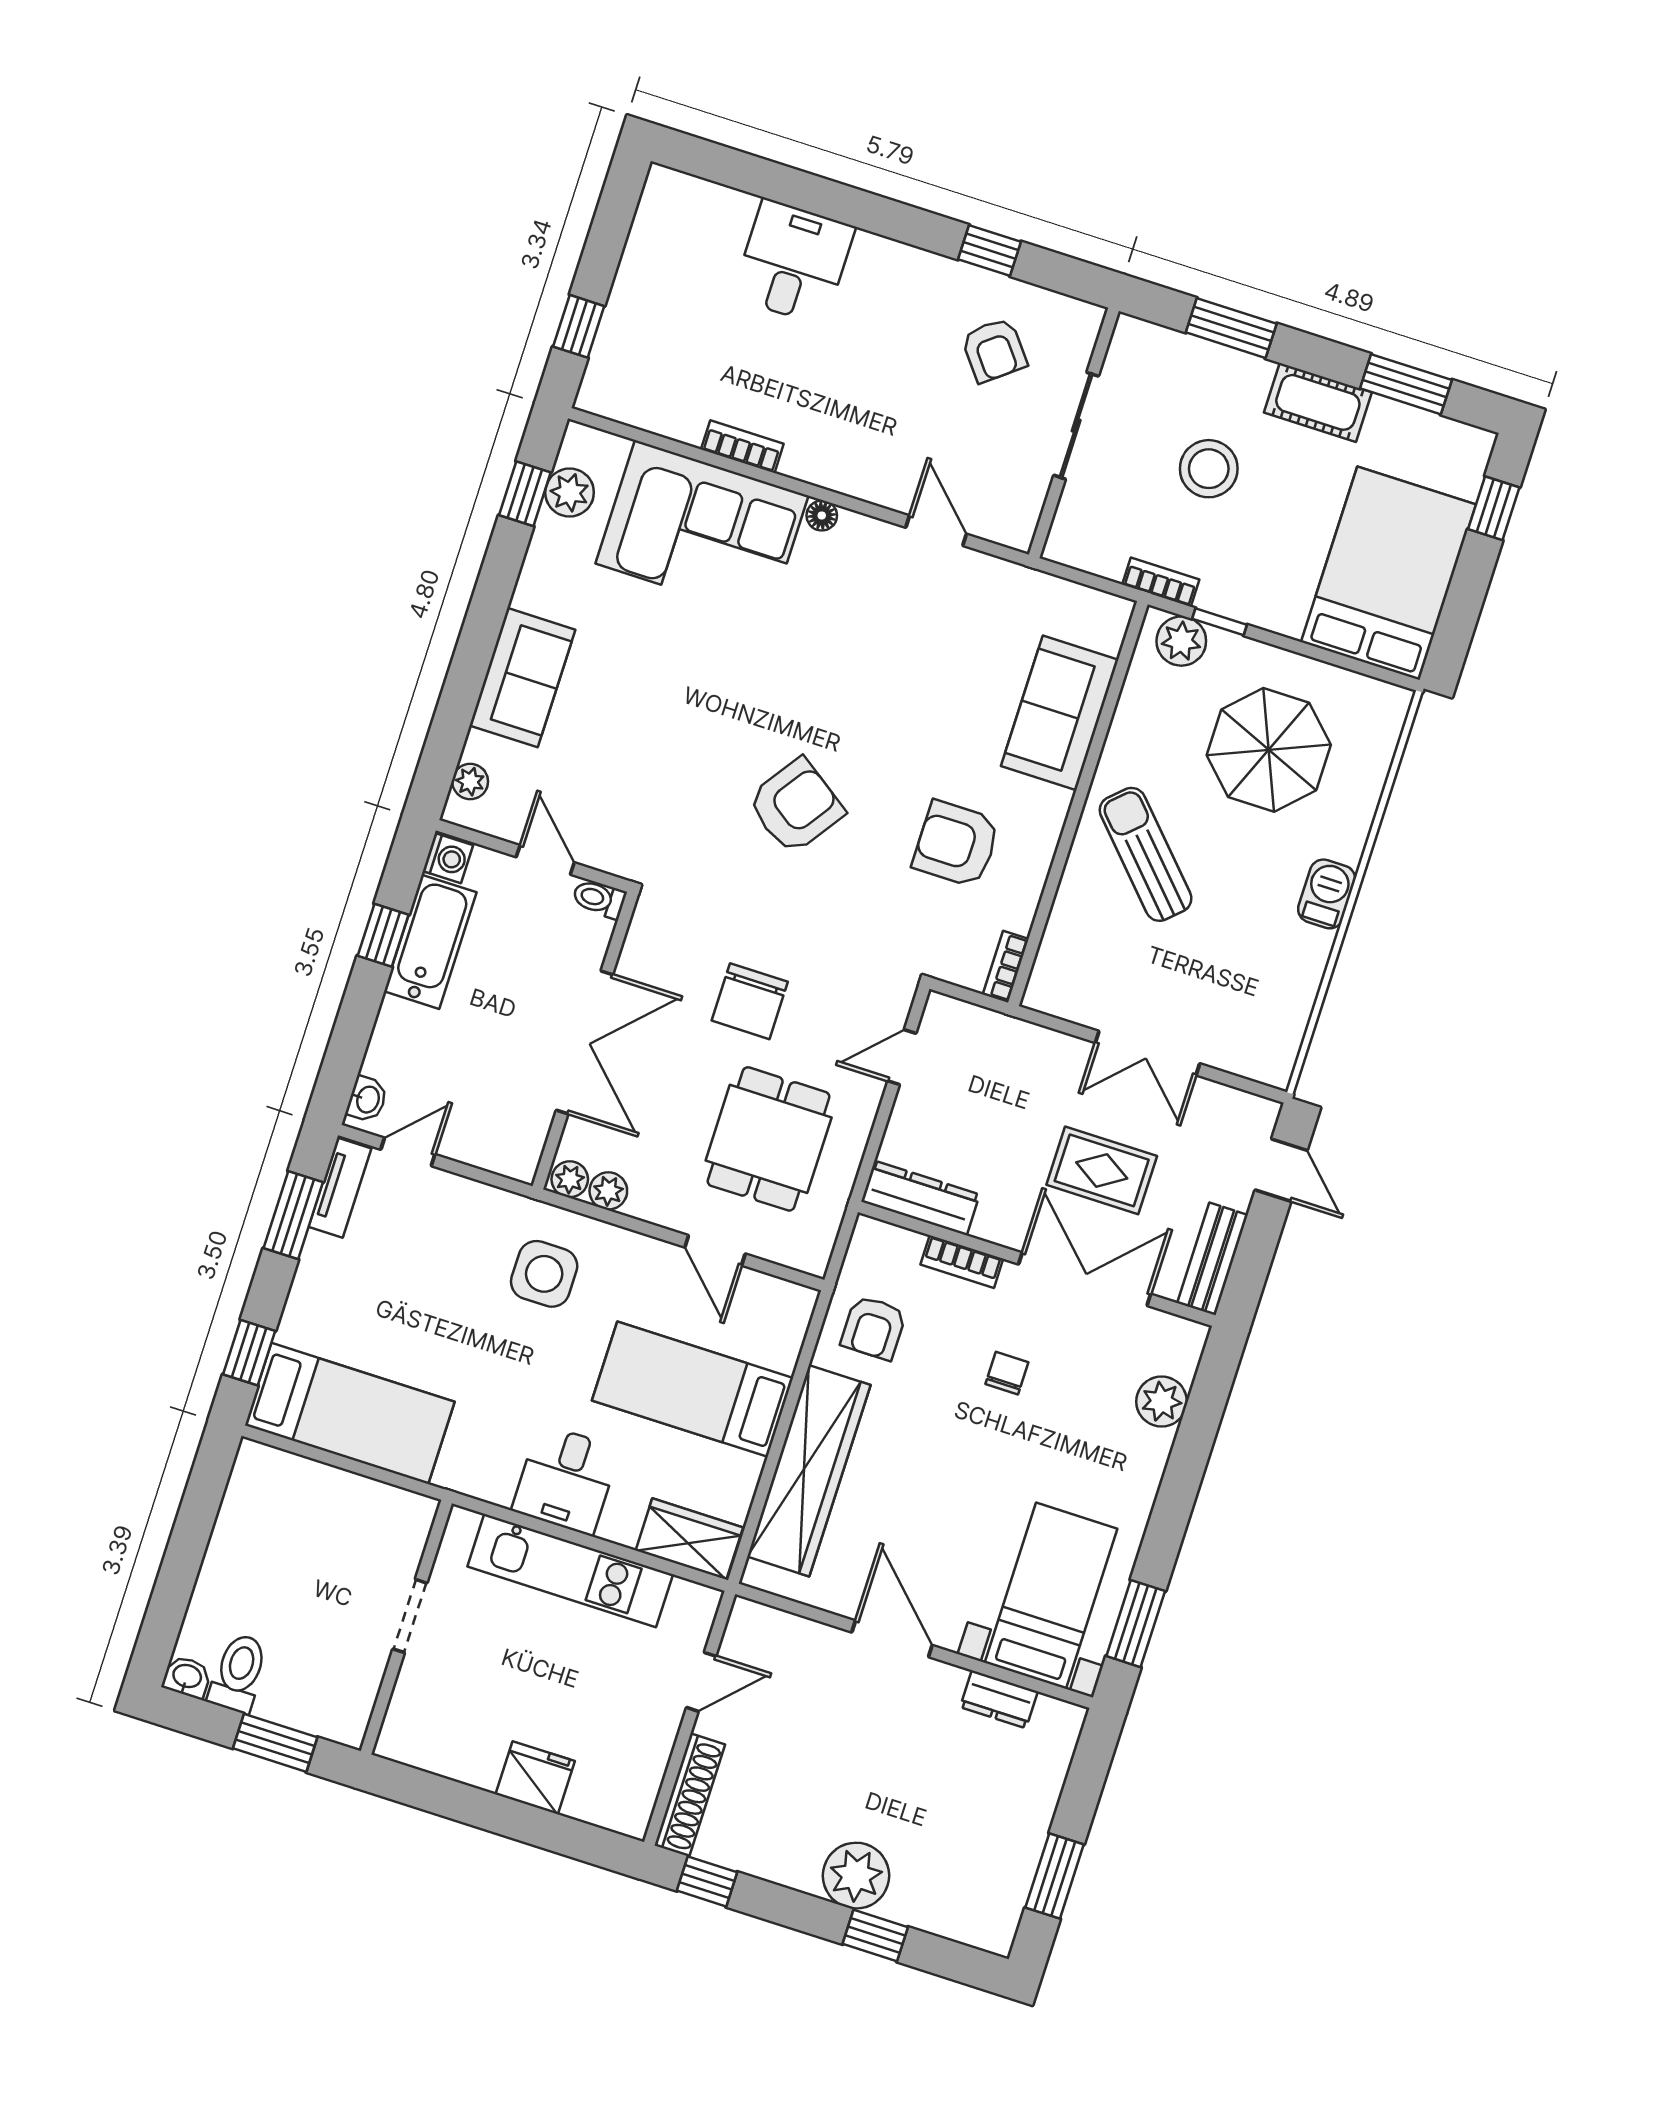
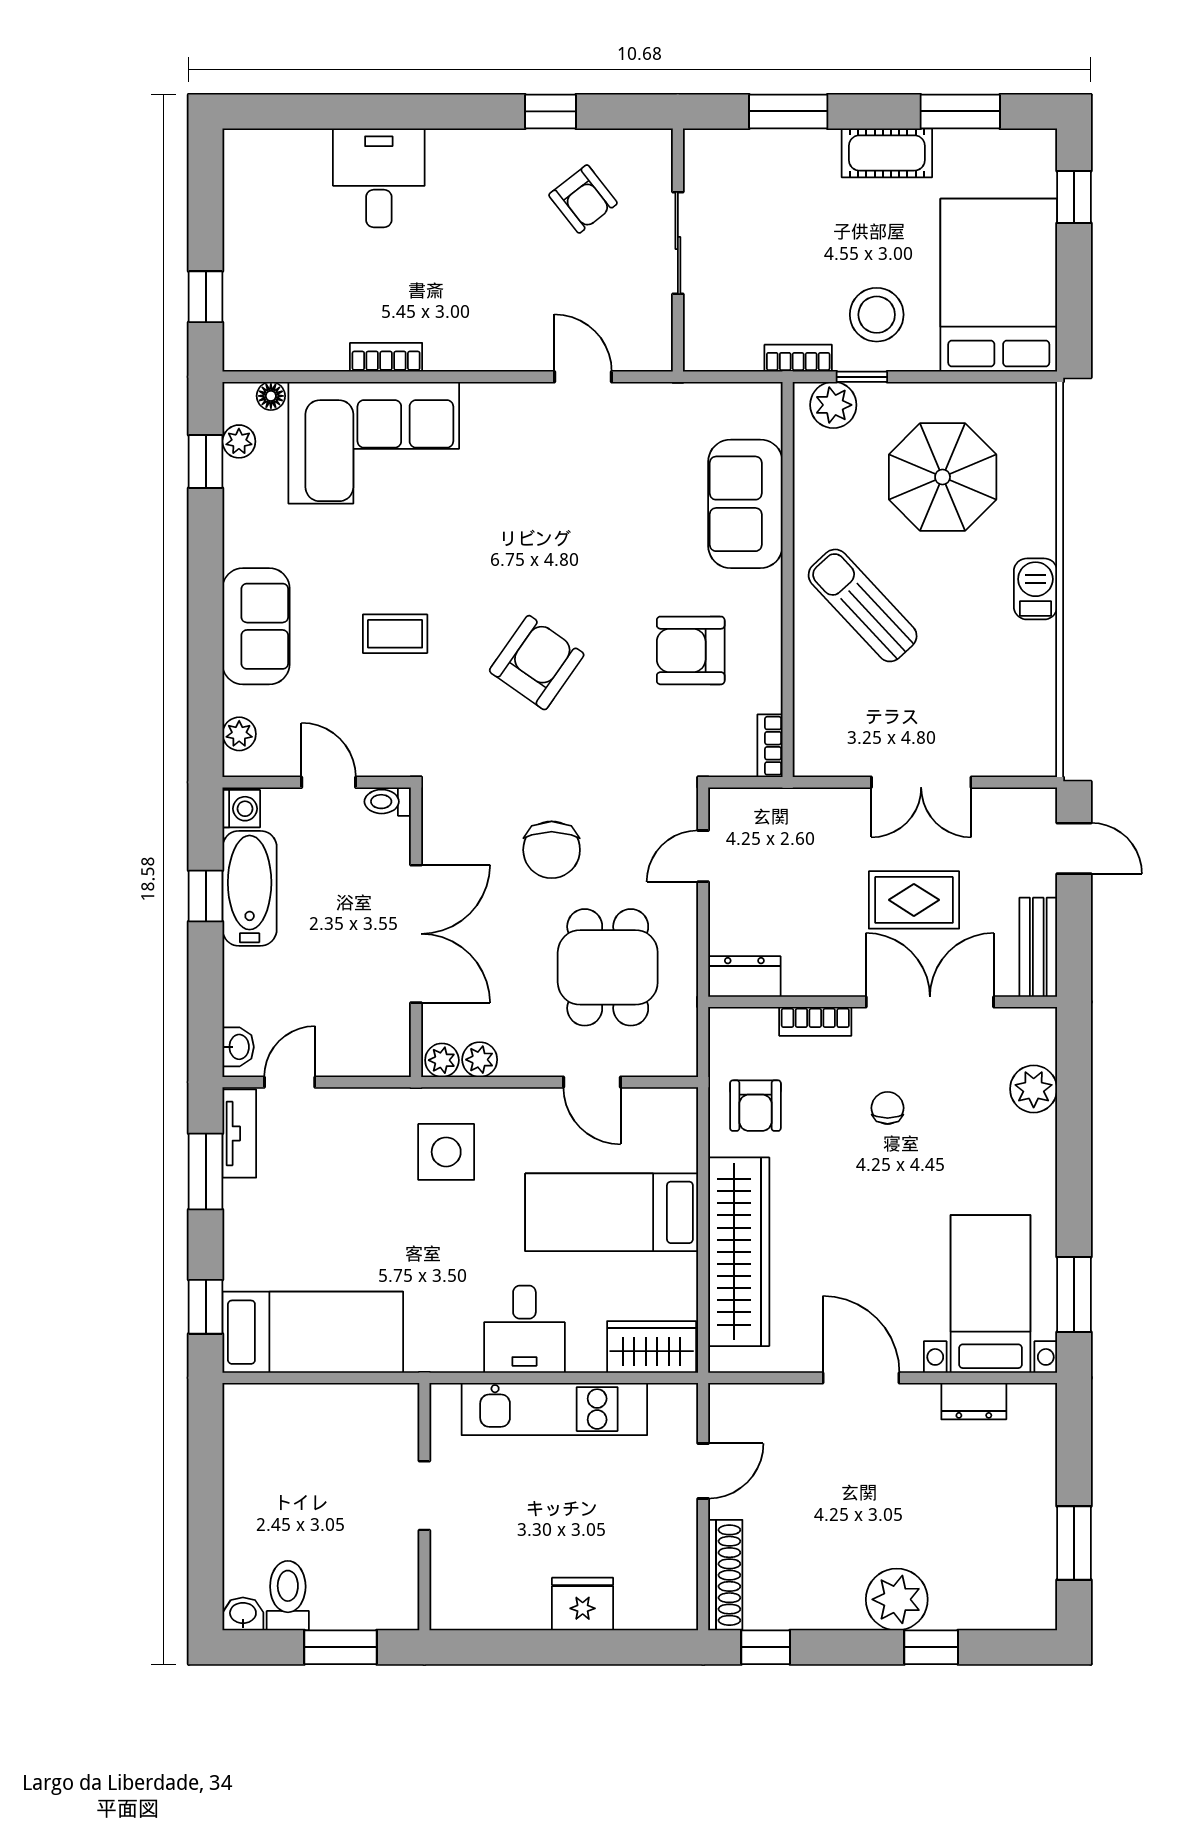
stool: (1209, 469) -> (877, 315), moved
plant: (570, 492) -> (239, 441), width x0.73, depth x0.73
floor lamp: (822, 516) -> (271, 396), moved
coffee table: (661, 731) -> (395, 634), added
dresser: (920, 1198) -> (744, 976), width x0.70

